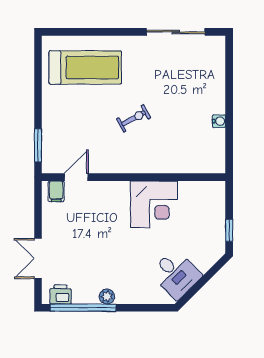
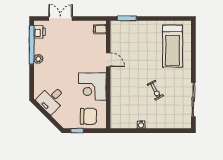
exercise bike: (134, 118) -> (155, 90), moved
door: (76, 177) -> (108, 60), moved
chair: (205, 211) -> (89, 116), added

